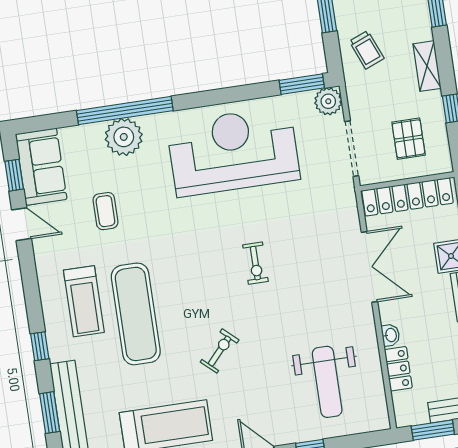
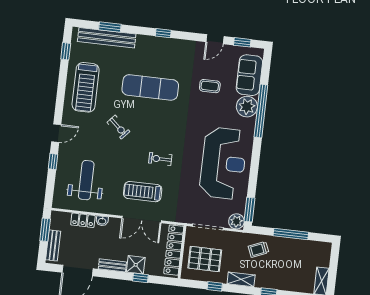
pallet: (409, 139) -> (205, 259), width x1.50, depth x1.42
sofa: (41, 167) -> (249, 75), moved, turned 90
treadmill: (84, 301) -> (143, 192), moved
window: (40, 346) -> (163, 33), moved
weight bench: (327, 382) -> (86, 180), turned 90

